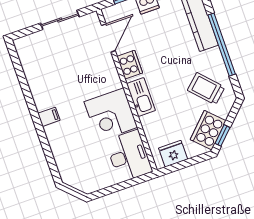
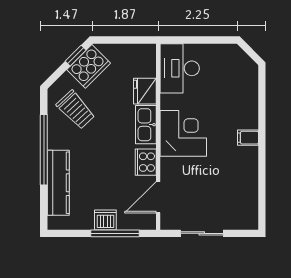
corner desk: (111, 115) -> (183, 133), moved
fridge: (173, 154) -> (145, 91), moved, turned 90

